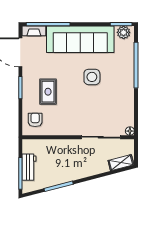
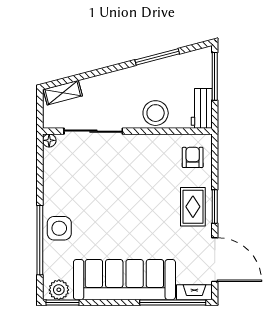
side table: (92, 77) -> (59, 228), moved
rug: (48, 92) -> (193, 207), moved
armchair: (35, 120) -> (193, 157), turned 180
stool: (60, 149) -> (156, 113), added
workbench: (29, 167) -> (202, 108), moved

